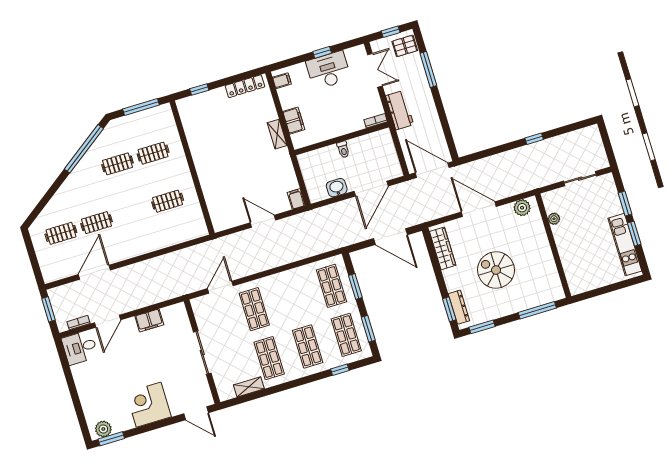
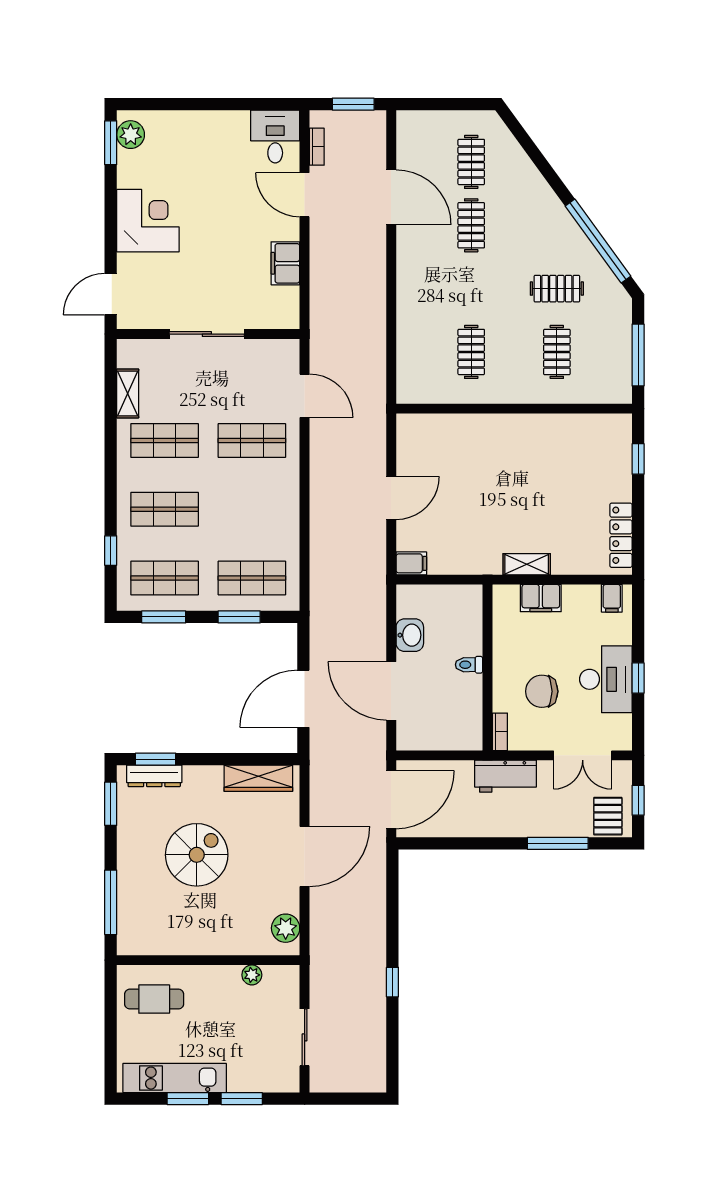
chair: (346, 104) -> (542, 691), added
clothes rail: (118, 164) -> (557, 289), turned 90
cafe table: (584, 269) -> (154, 999), added

